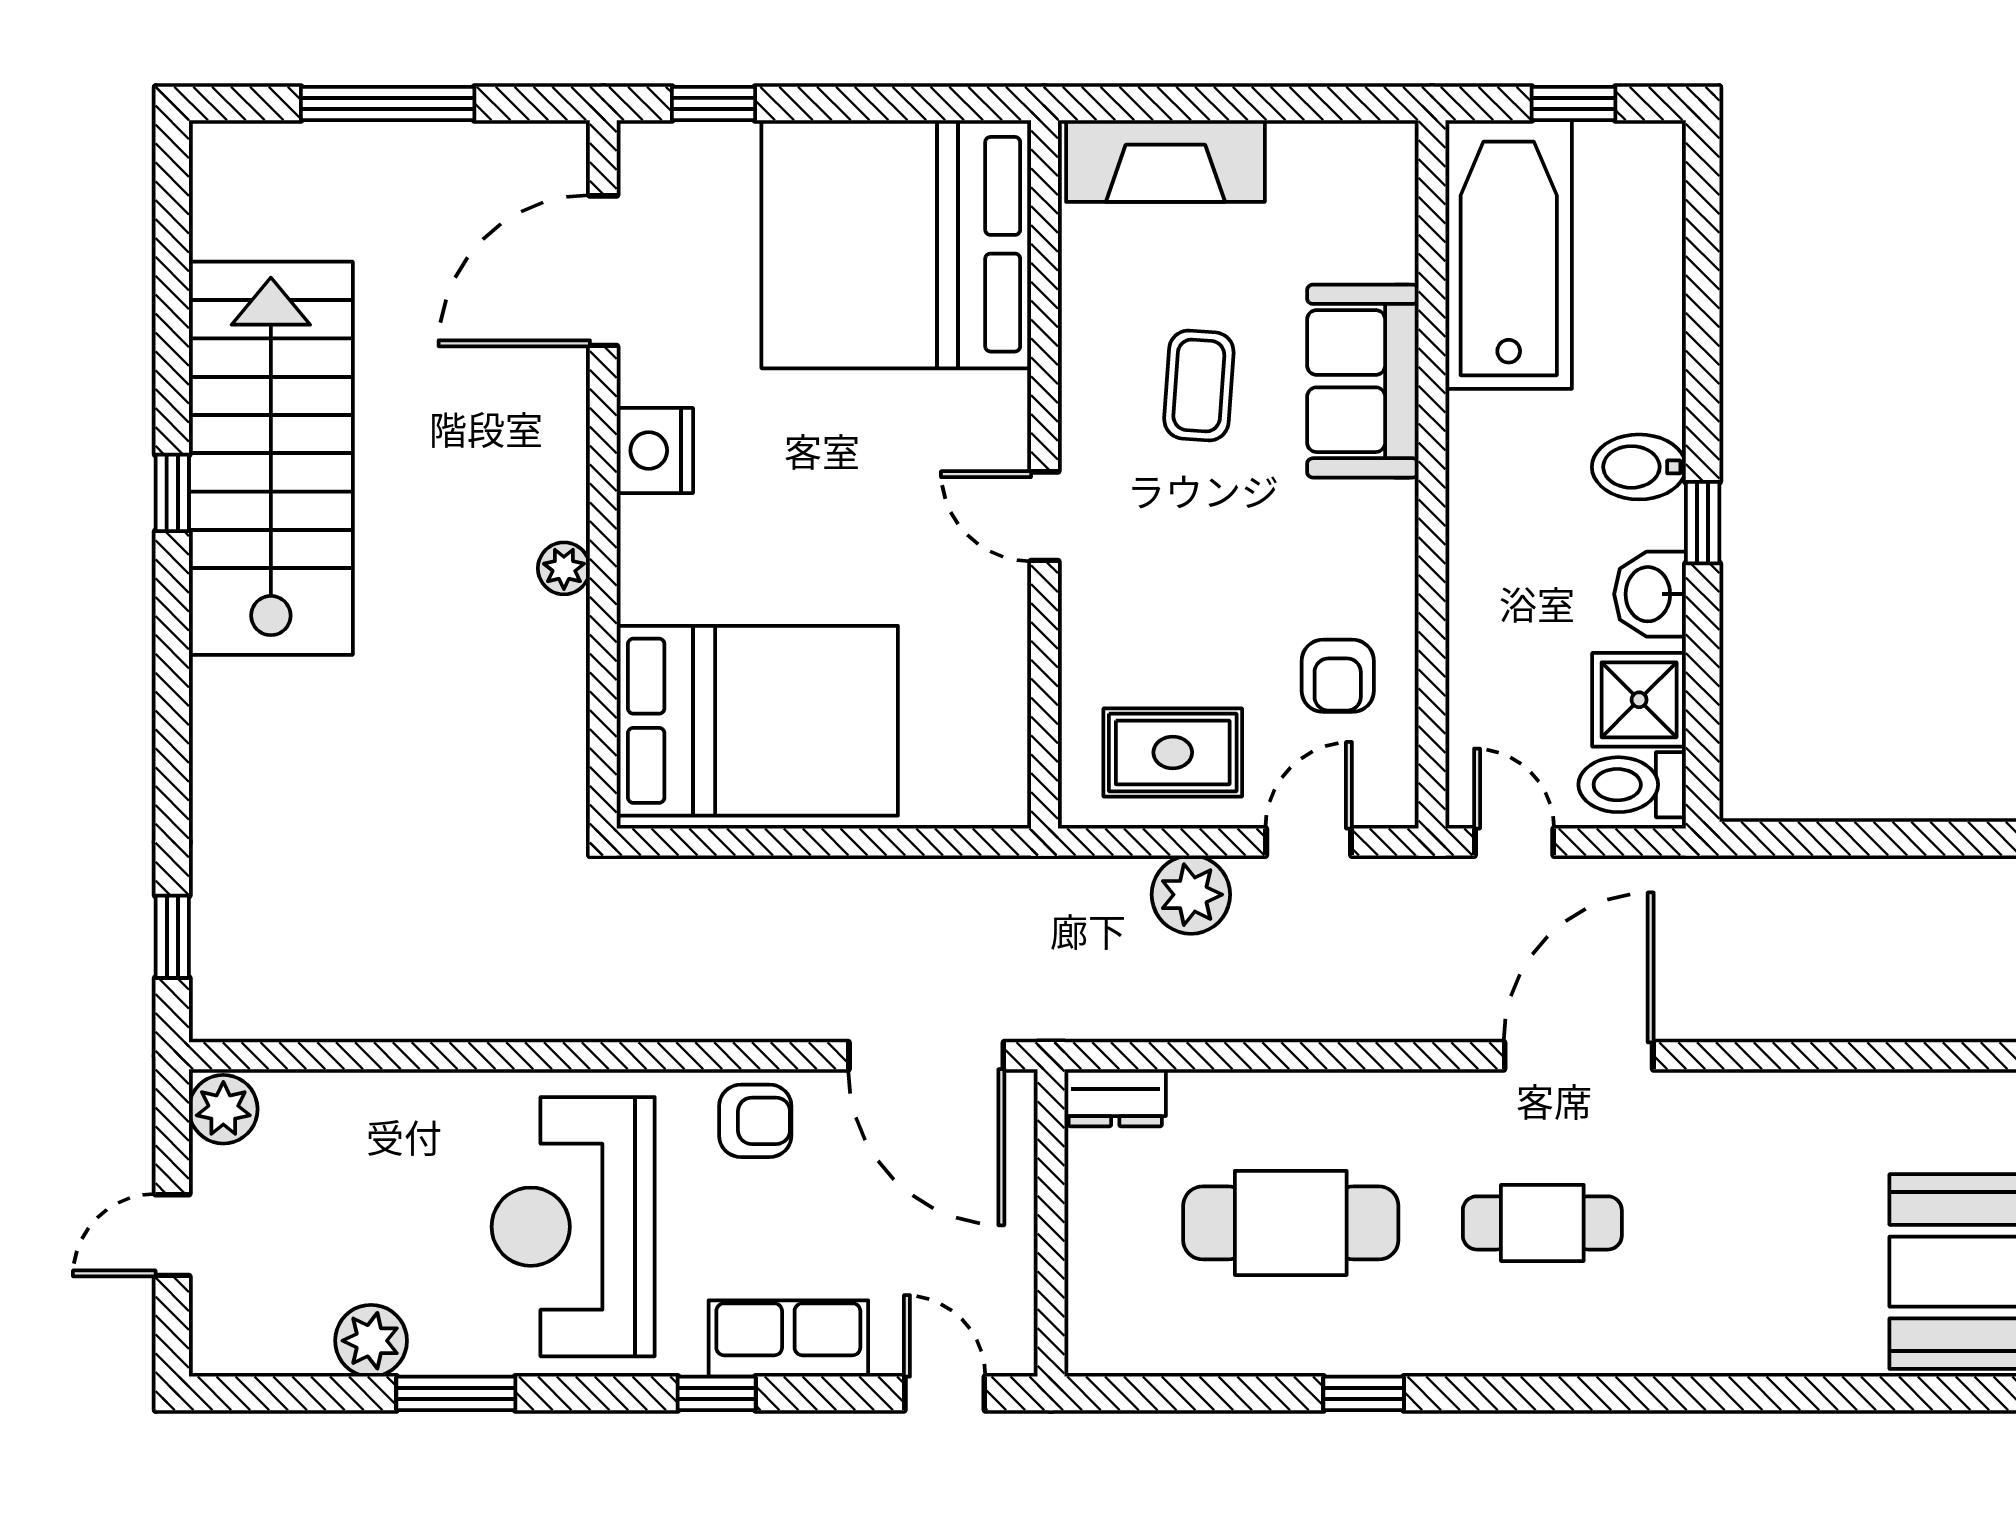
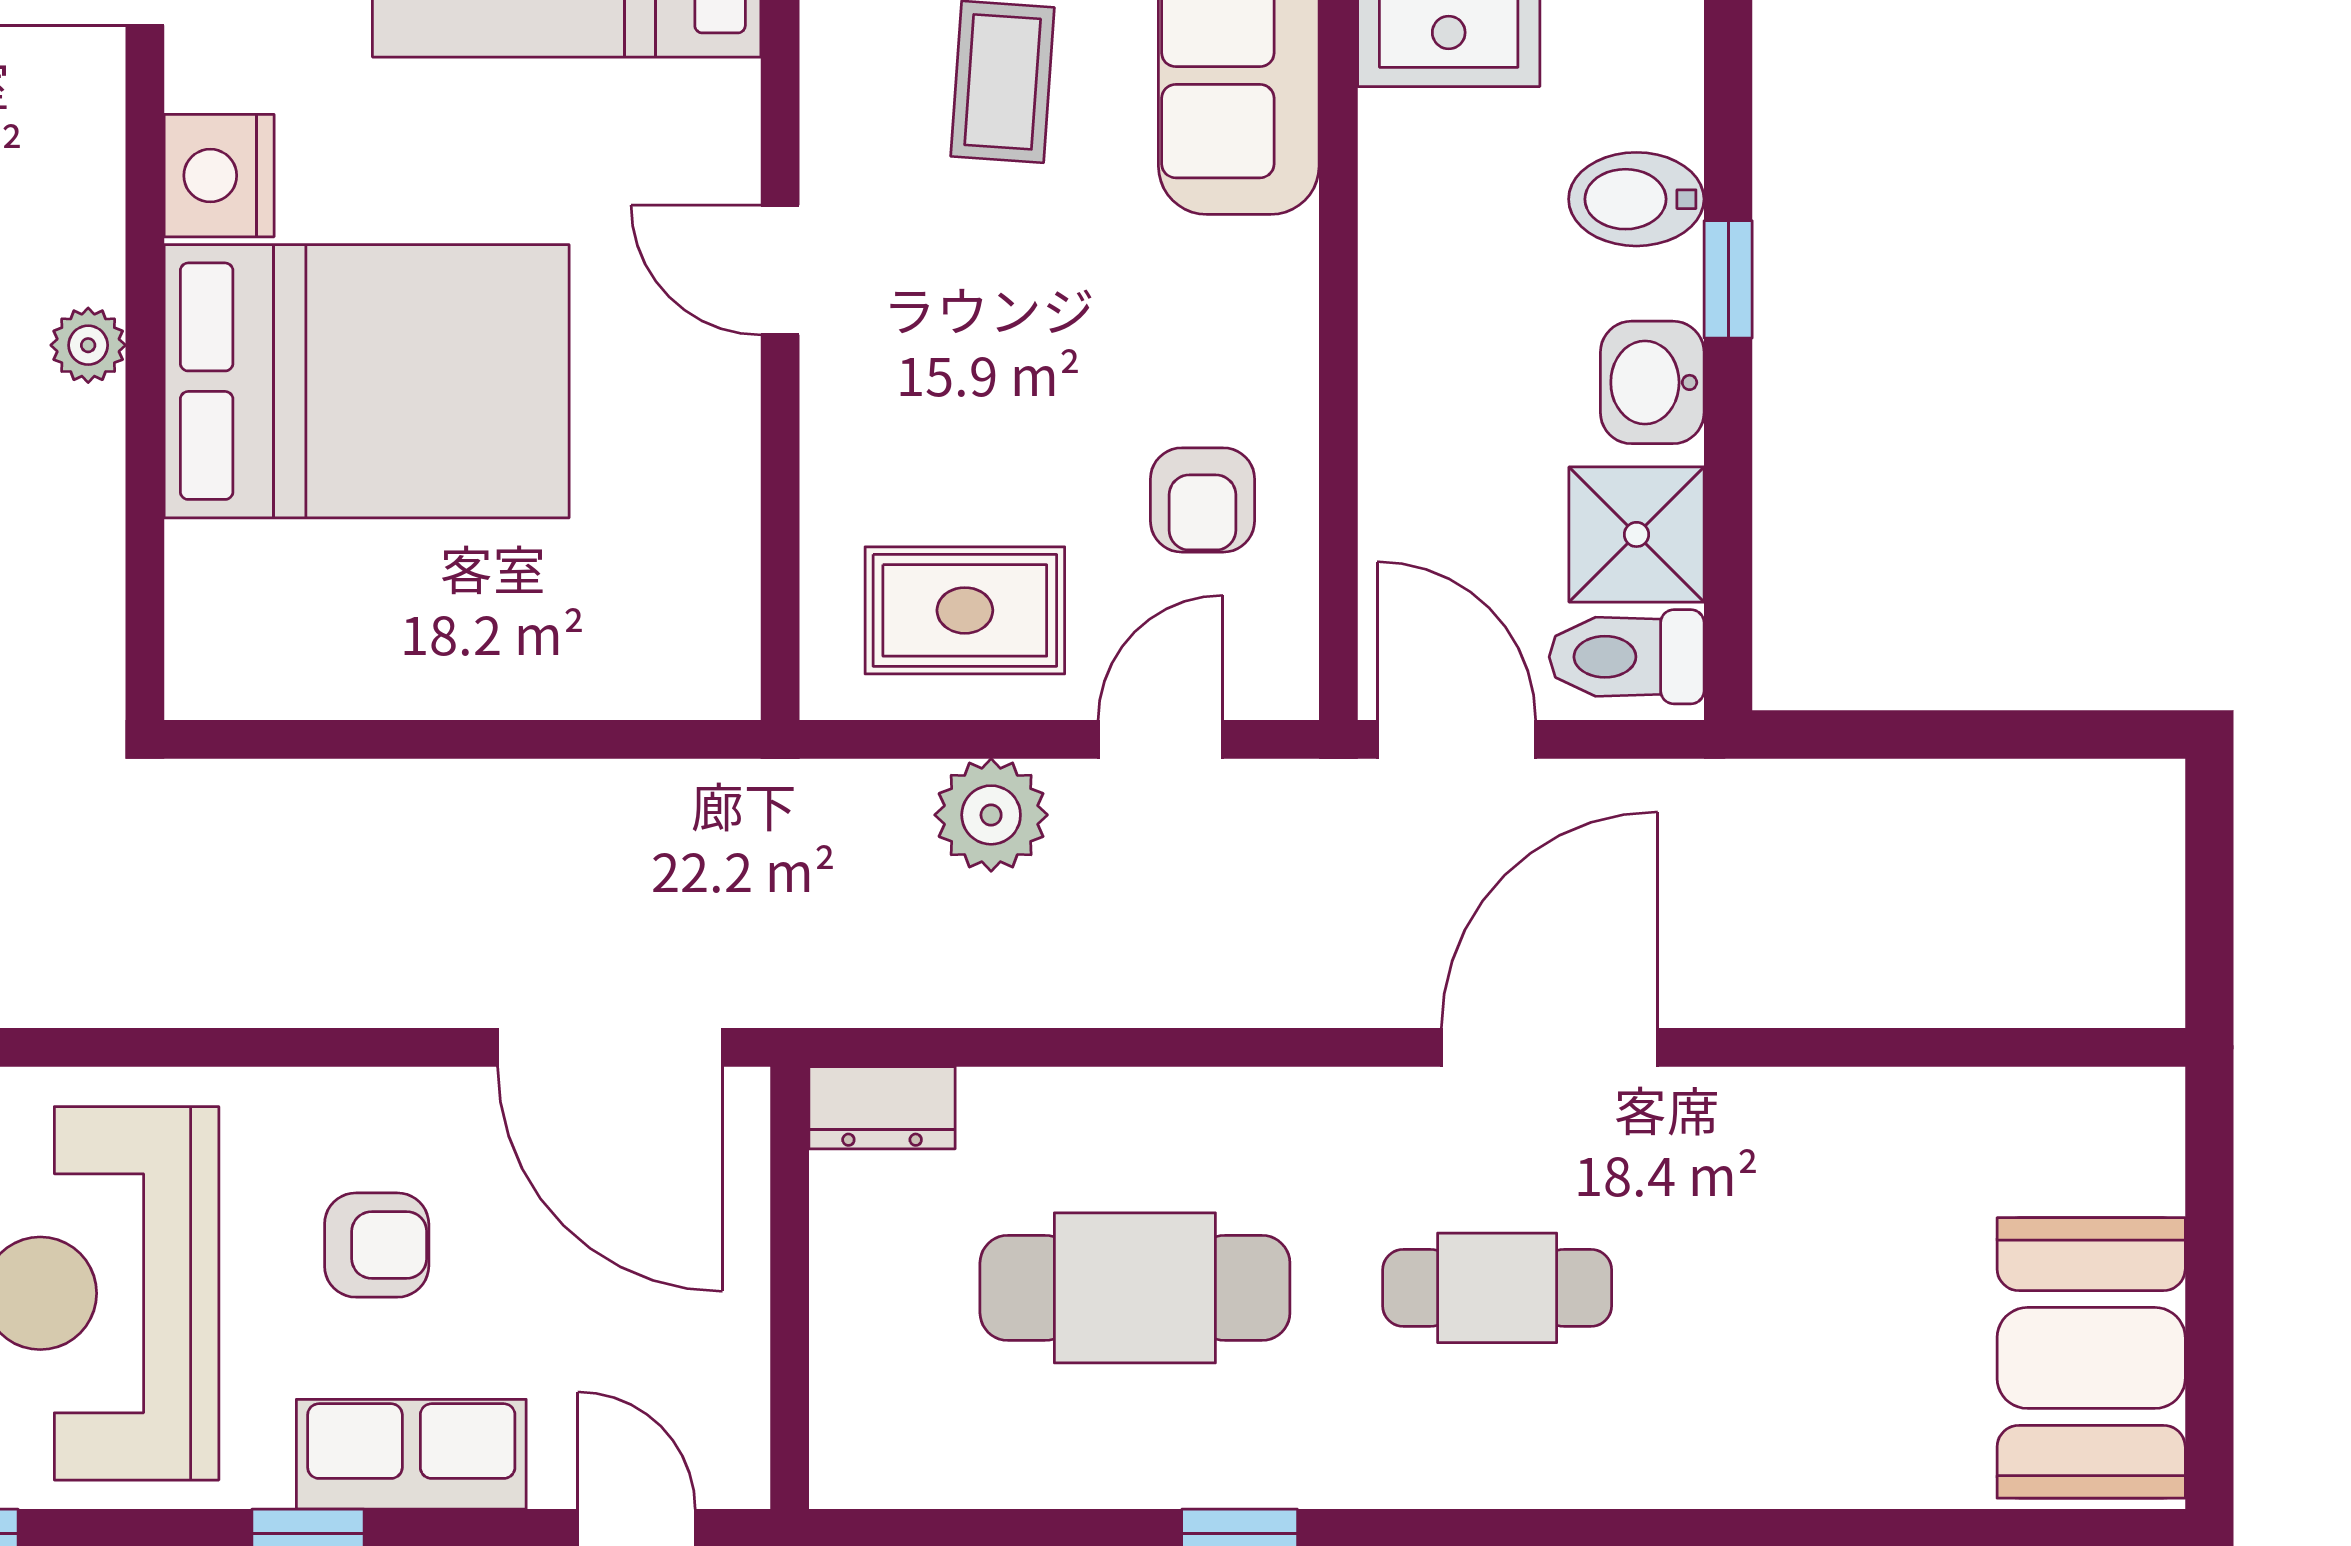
bed: (757, 721) -> (367, 381), moved
door: (1514, 842) -> (1456, 739), width x1.38
armchair: (755, 1121) -> (377, 1245), moved

